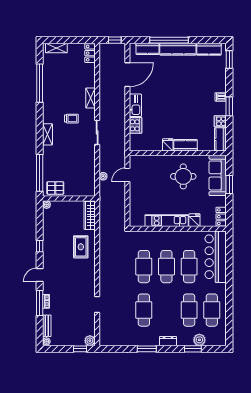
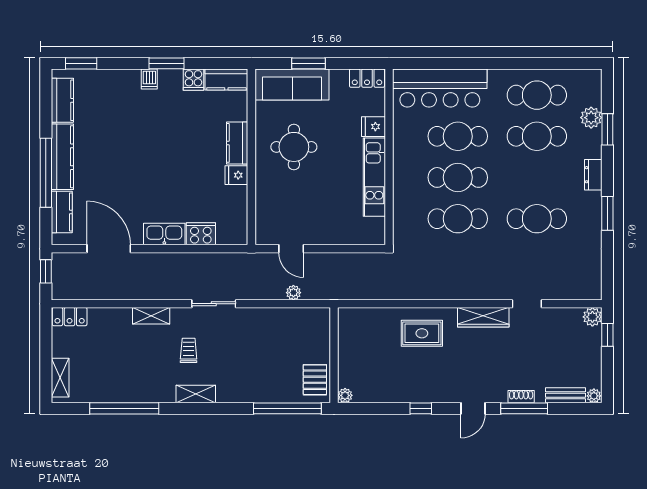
shelving: (47, 134) -> (196, 394), moved
wardrobe: (90, 215) -> (483, 317), moved
door: (40, 275) -> (473, 408), hinge flipped

